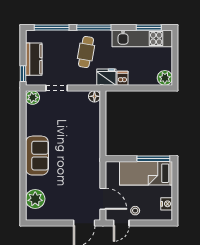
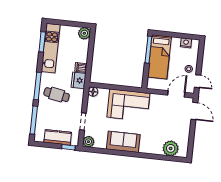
corner sofa: (83, 141) -> (128, 105), added
sofa: (37, 156) -> (123, 142), moved

